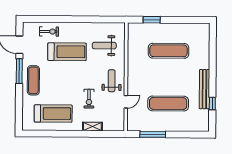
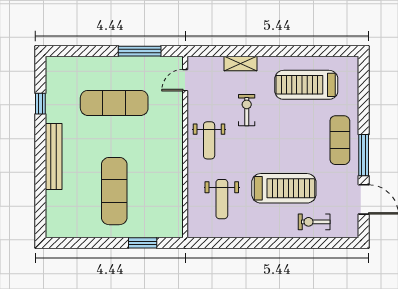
weight bench: (104, 46) -> (222, 199), turned 90
exercise mat: (168, 51) -> (114, 191), turned 90
treadmill: (67, 52) -> (284, 188), turned 180
bench: (204, 89) -> (54, 156), moved
door: (126, 102) -> (185, 80), moved

